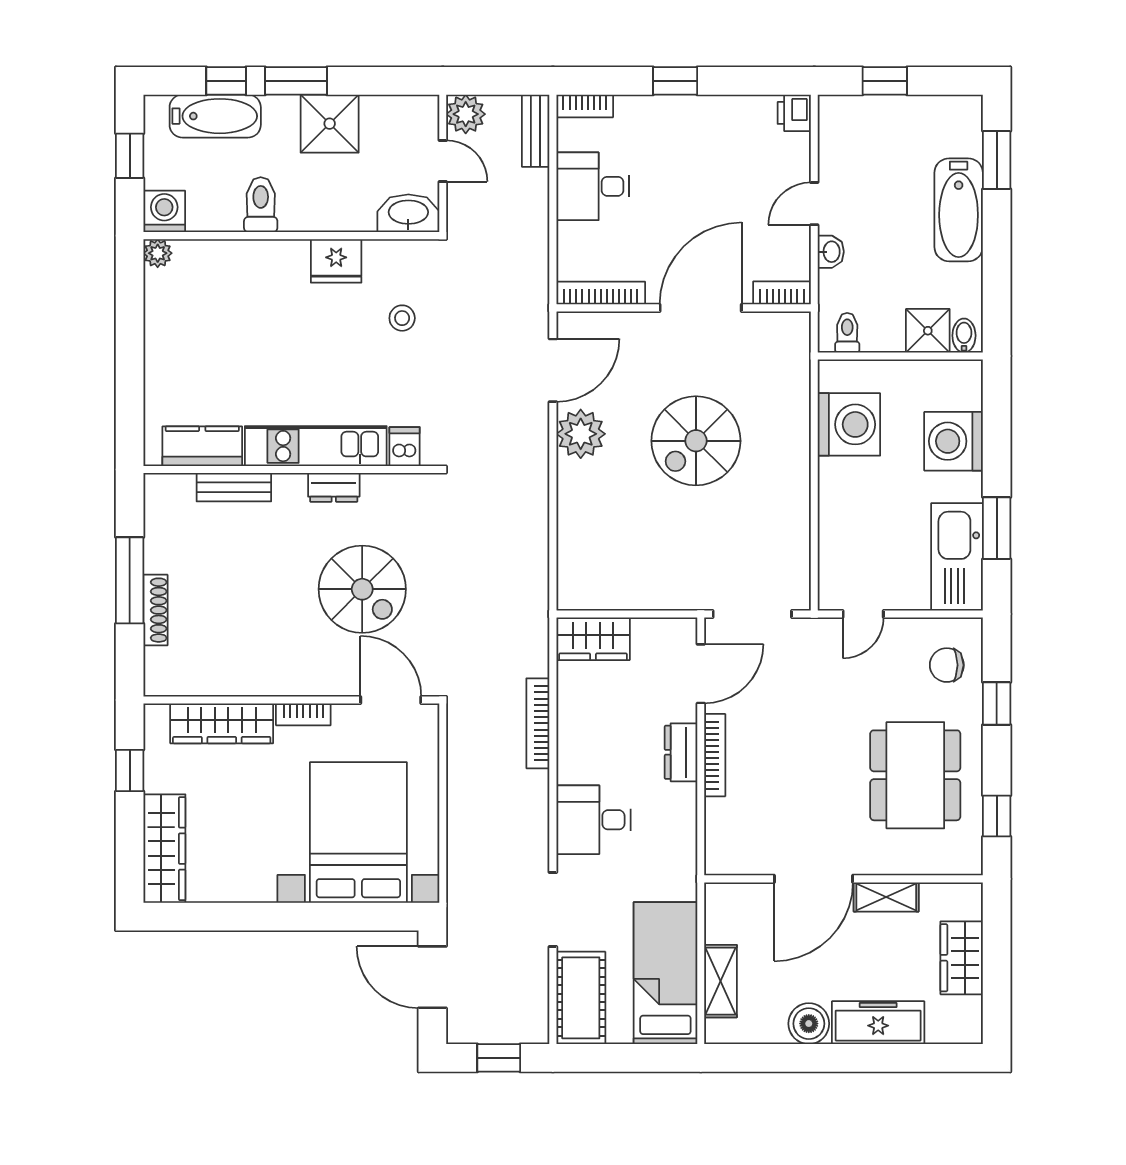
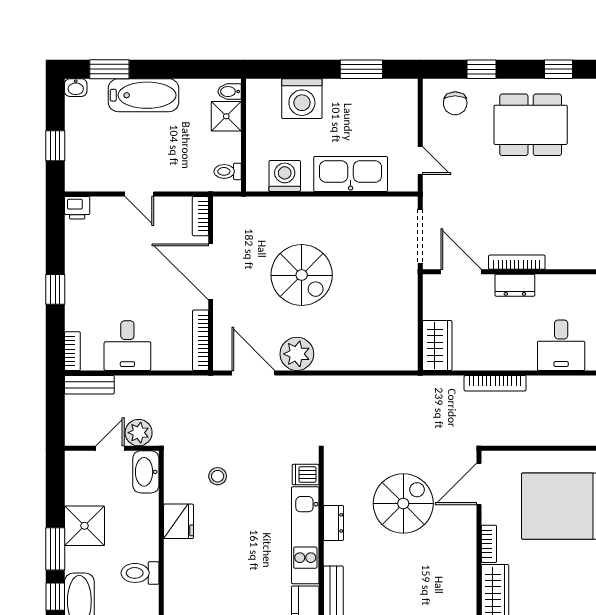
plant: (466, 114) -> (139, 433), moved
washbasin: (831, 252) -> (76, 88), moved, turned 180
washing machine: (849, 424) -> (285, 176), width x0.73, depth x0.73
kitchen sink: (957, 557) -> (351, 174), moved, turned 180

